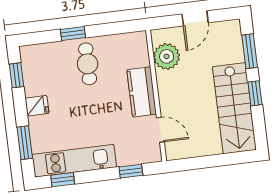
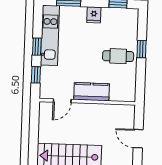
plant: (167, 56) -> (114, 114), removed
window: (63, 180) -> (37, 47), moved

